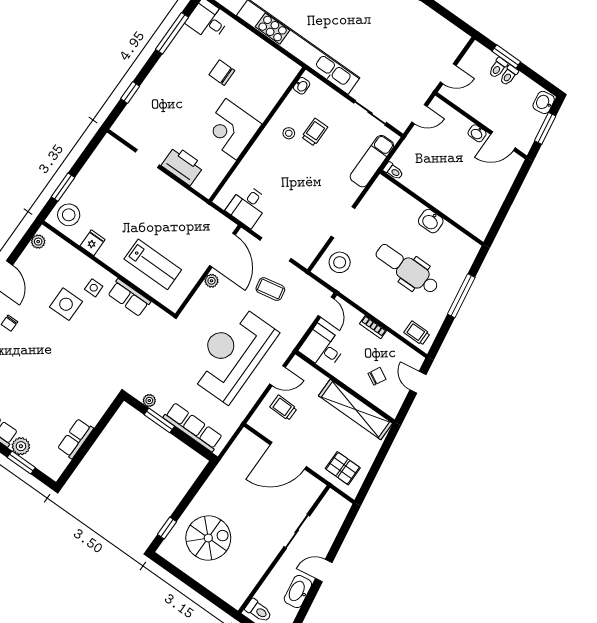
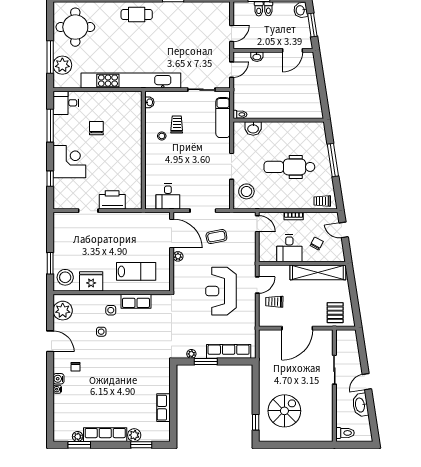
chair: (222, 73) -> (96, 128), turned 90
corner desk: (231, 129) -> (69, 162), moved, turned 180
washbasin: (477, 133) -> (257, 57), moved
washbasin: (431, 221) -> (253, 128), moved
plant: (38, 242) -> (63, 311), width x1.88, depth x1.88
fridge: (93, 243) -> (91, 281), width x1.88, depth x1.34
side table: (66, 304) -> (101, 332), width x0.54, depth x0.54
desk: (323, 348) -> (289, 248), moved, turned -90
reception desk: (232, 354) -> (221, 291), width x0.74, depth x0.77
pallet: (343, 468) -> (335, 313), turned 90

